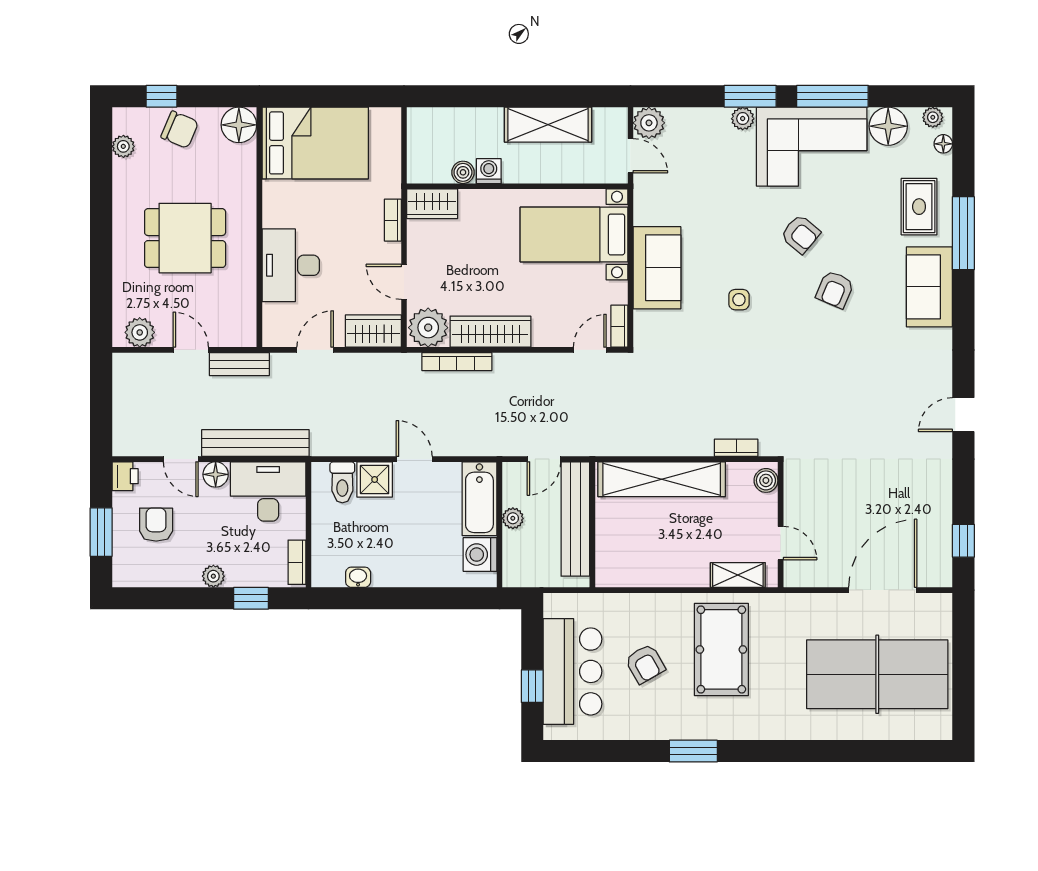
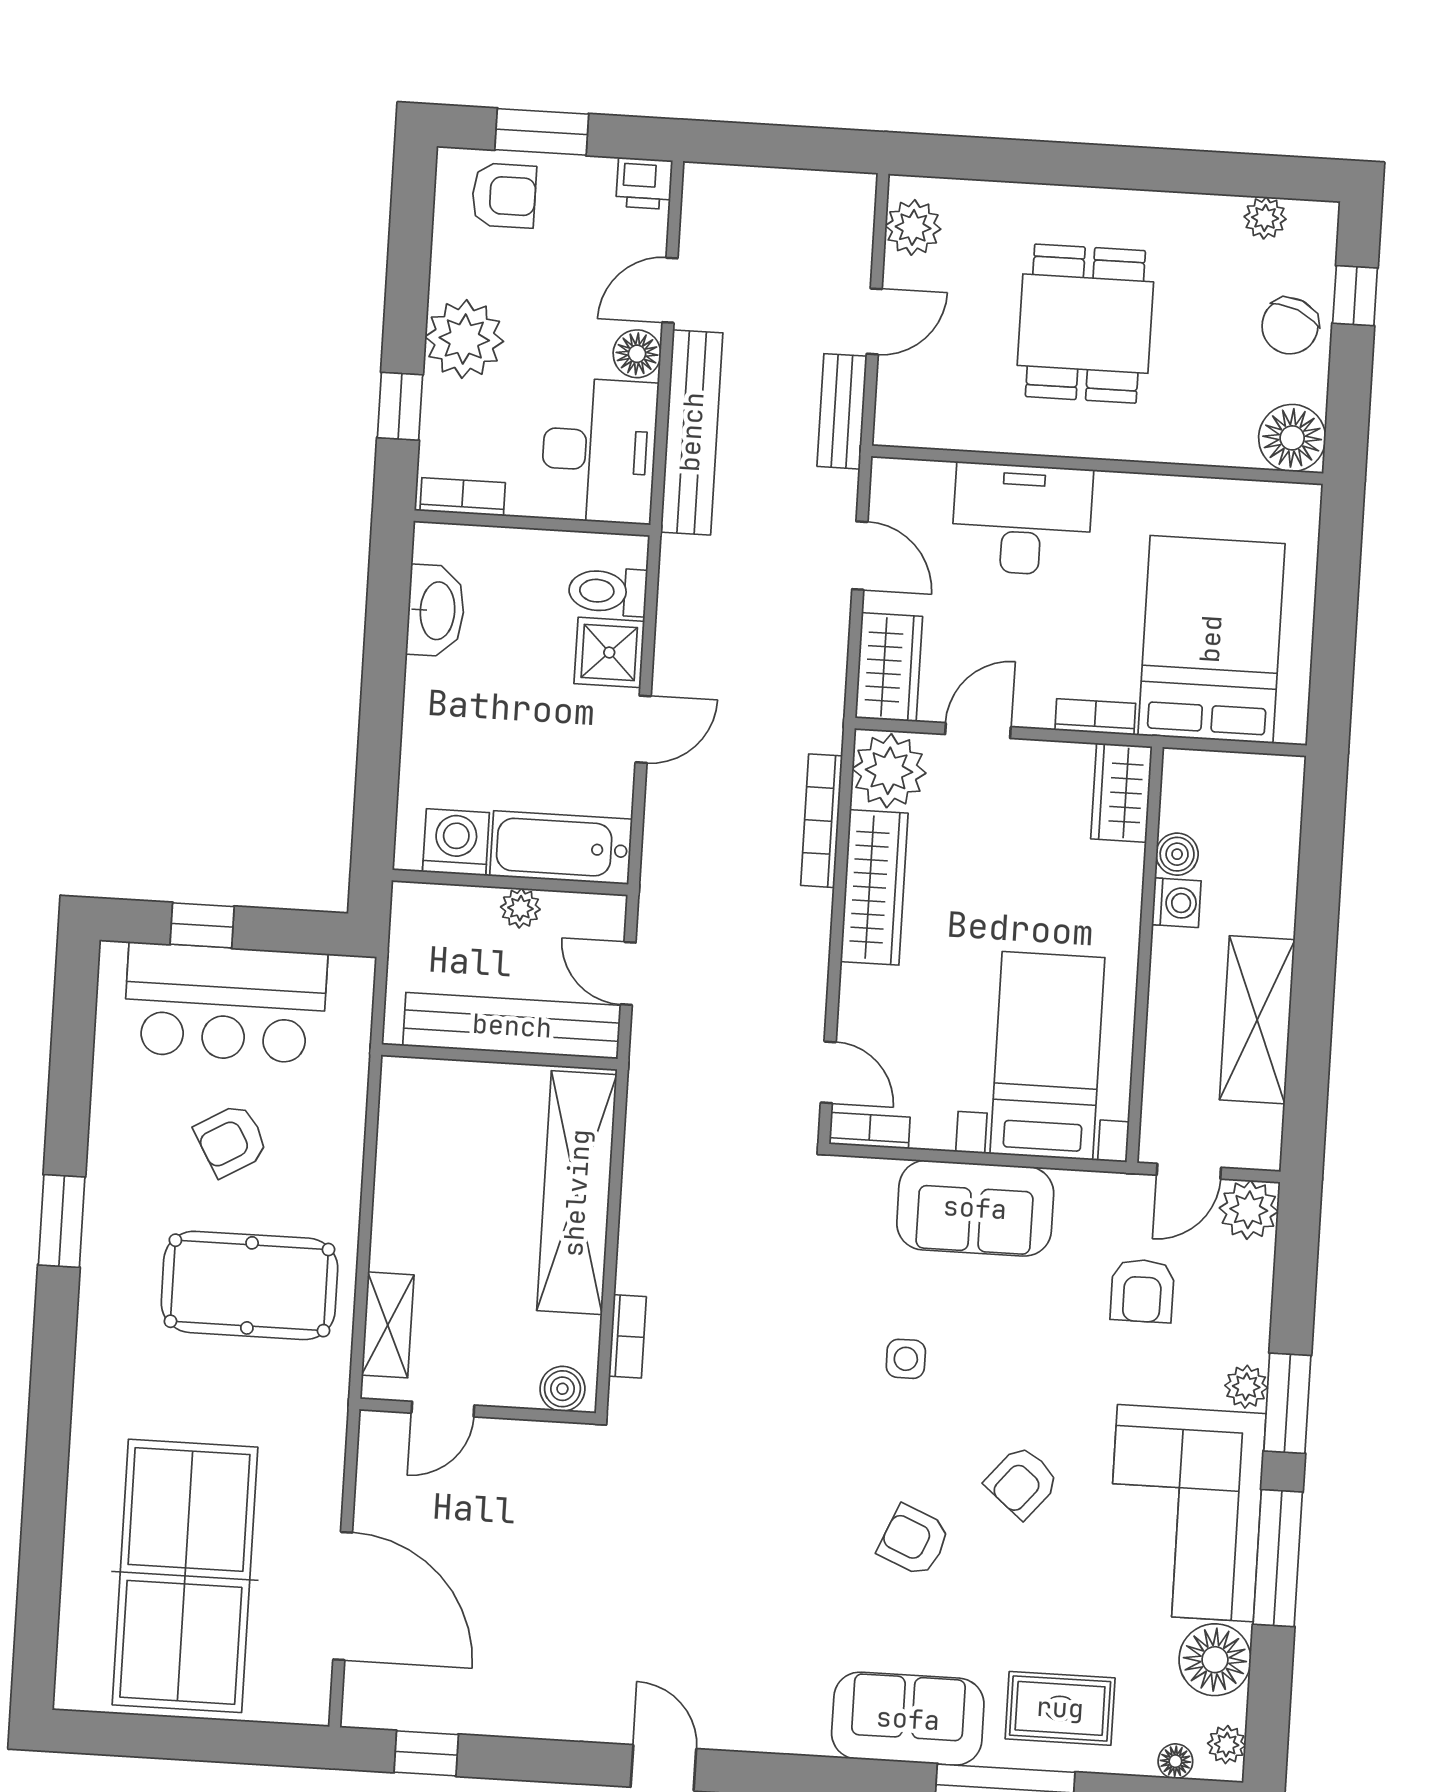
bed: (315, 143) -> (1211, 639), moved, turned 180
armchair: (695, 177) -> (1142, 1291), added
armchair: (156, 525) -> (504, 196), moved
plant: (213, 576) -> (464, 339), width x1.88, depth x1.88
washbasin: (358, 577) -> (436, 611), width x1.91, depth x1.45

